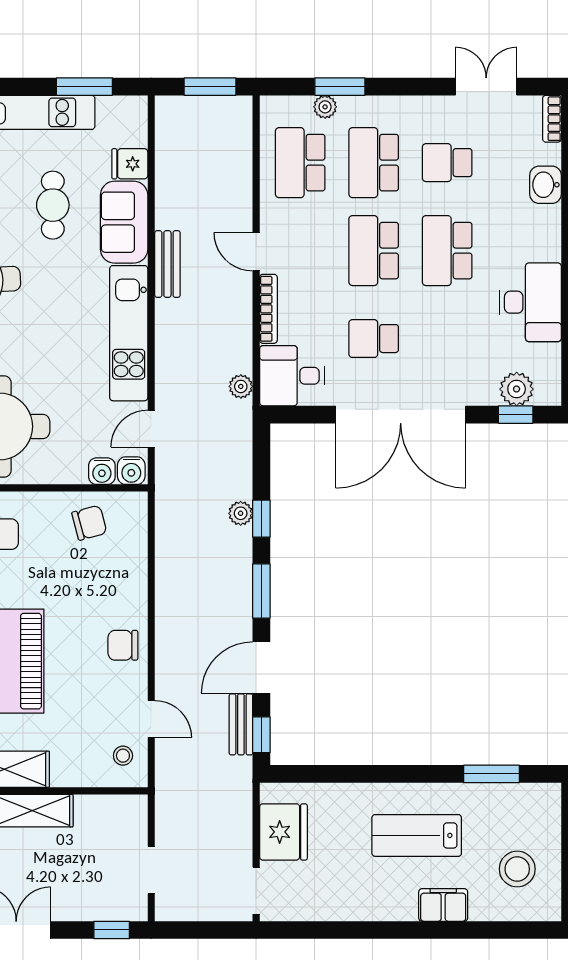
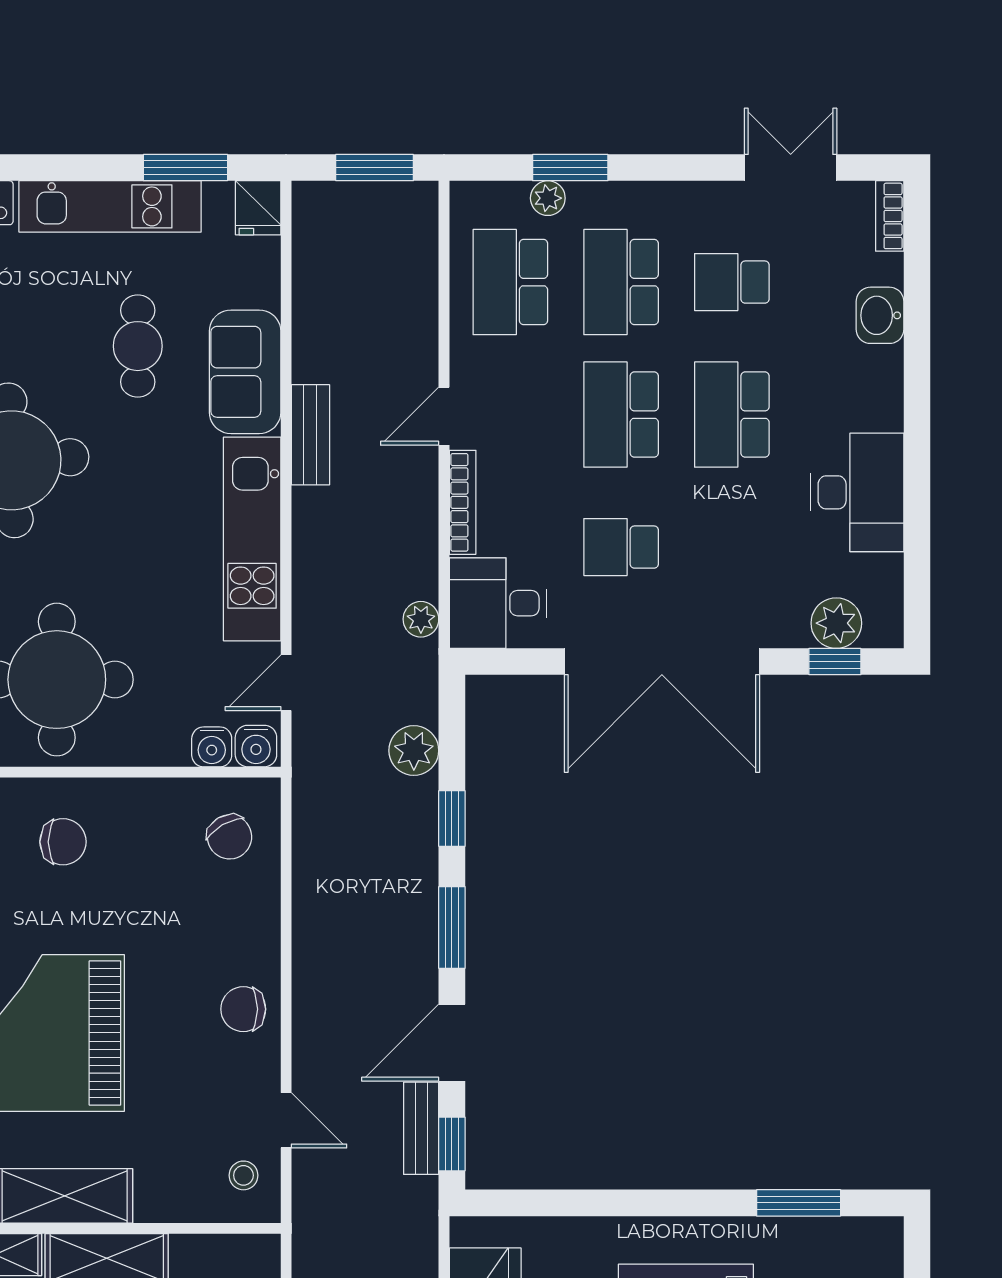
fridge: (130, 164) -> (258, 208), moved, turned -90
door: (256, 252) -> (444, 416), hinge flipped
plant: (241, 513) -> (414, 751), moved, width x1.38, depth x1.38
chair: (89, 523) -> (230, 837), moved, turned 75

